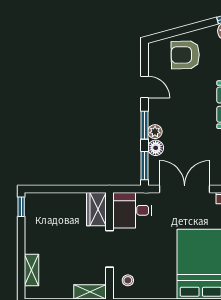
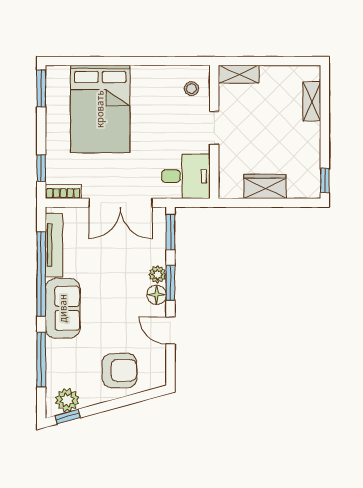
floor lamp: (156, 148) -> (157, 295), moved
wardrobe: (96, 209) -> (265, 186), moved, turned -90
doorway: (110, 249) -> (214, 128), width x0.73

